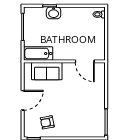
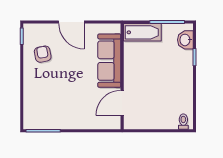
washbasin: (54, 13) -> (185, 40), moved
bathtub: (38, 54) -> (142, 32), moved, turned 90
sofa: (47, 71) -> (109, 61), width x1.36

